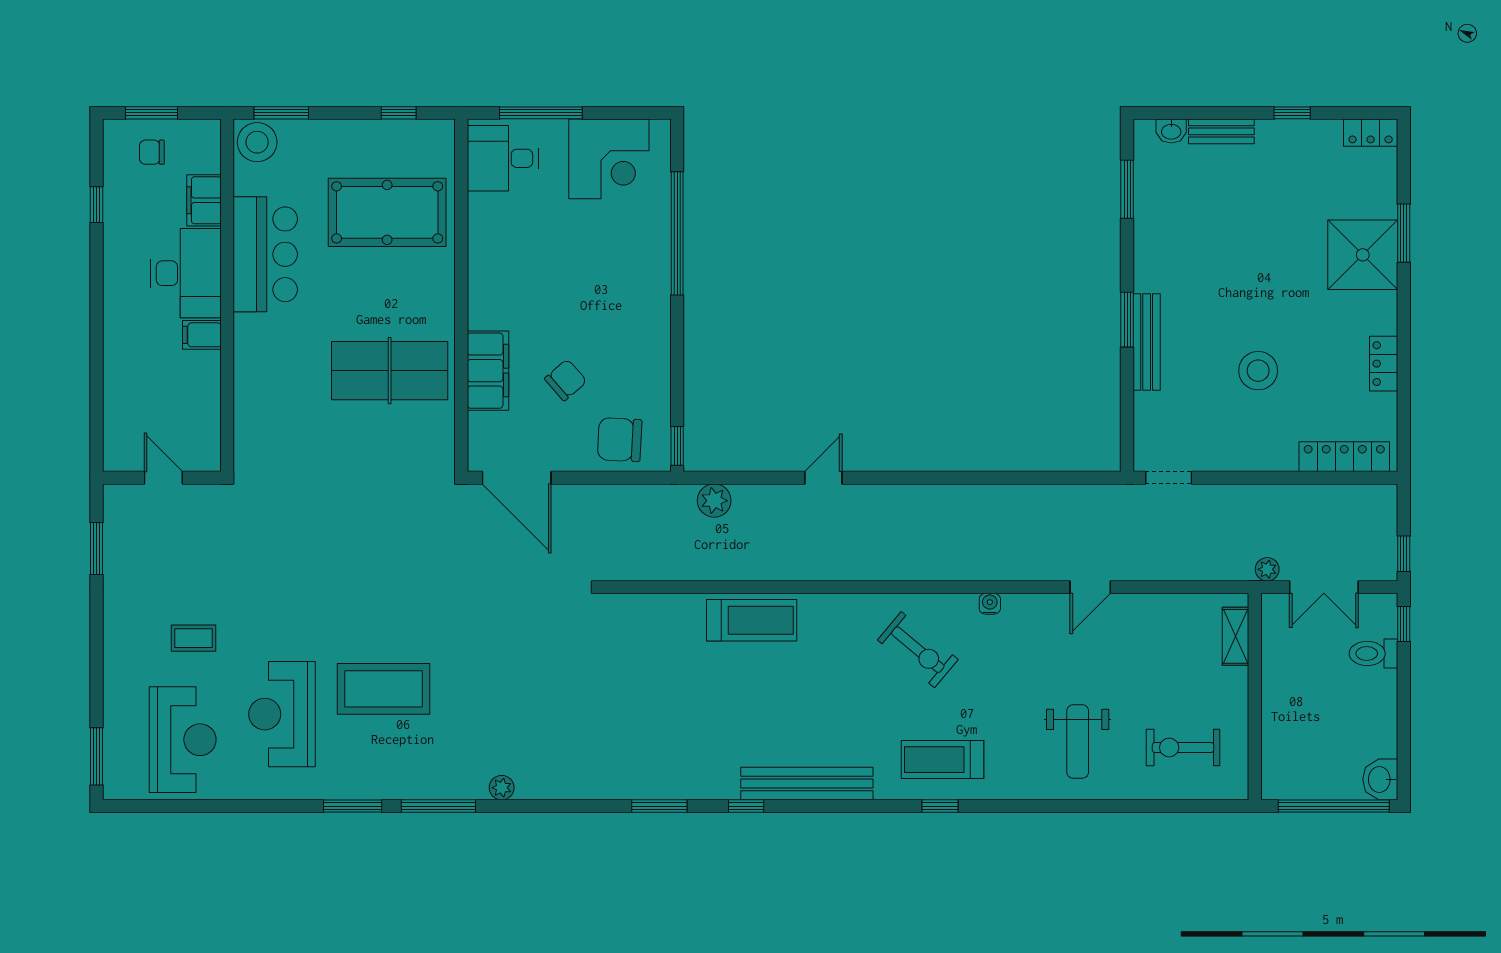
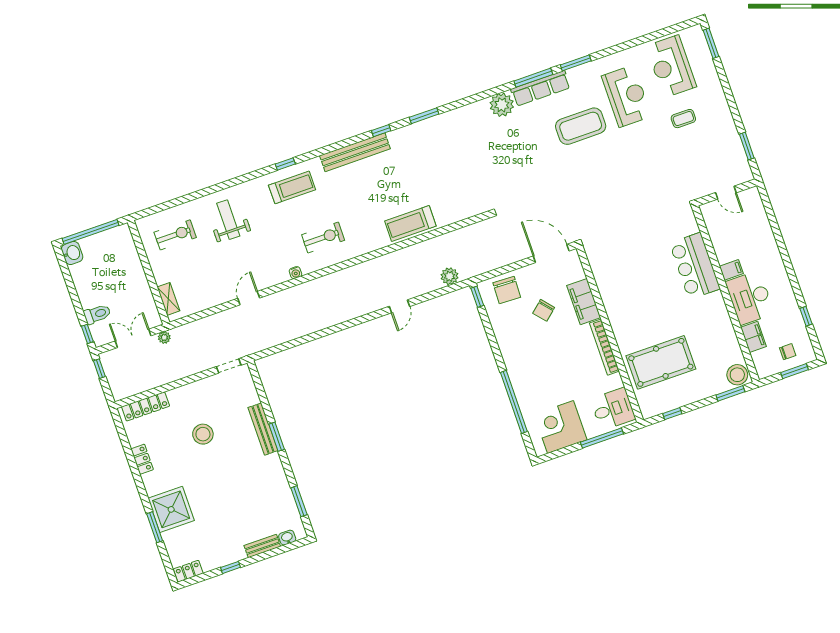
bar counter: (265, 254) -> (695, 266), moved
bookcase: (479, 275) -> (604, 347), added
table tennis table: (390, 371) -> (632, 285), removed
chair: (620, 440) -> (507, 290), turned 89
exercise bike: (918, 650) -> (323, 238), turned 140
row of seats: (432, 782) -> (541, 88), added
plant: (502, 788) -> (502, 105), width x1.88, depth x1.88

